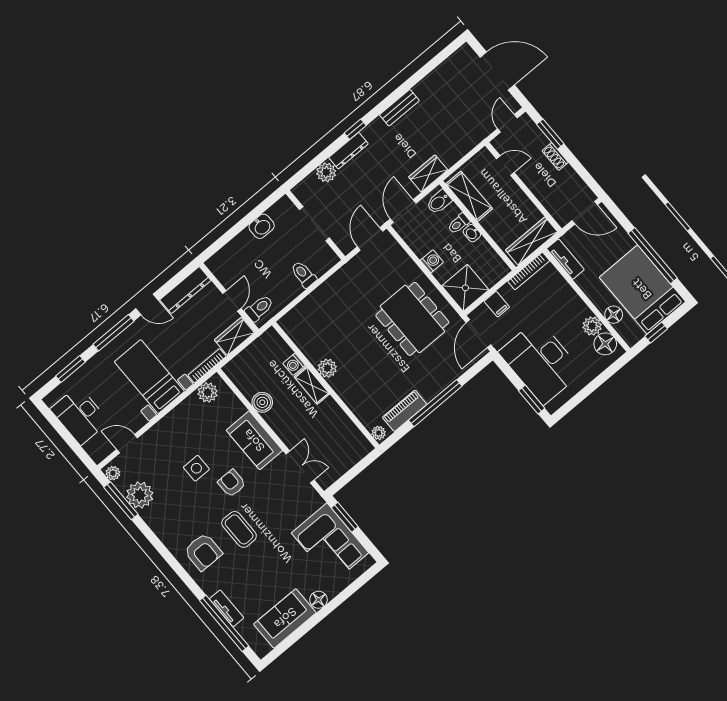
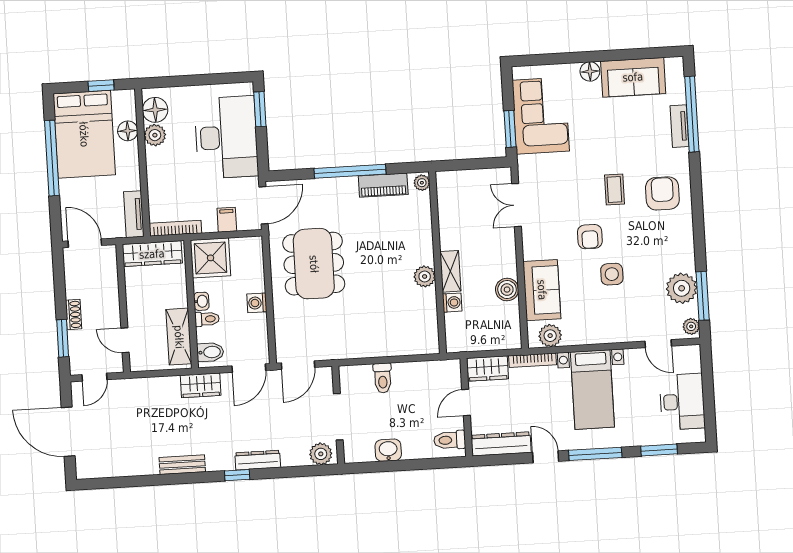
plant: (326, 172) -> (321, 454), moved
shower: (465, 288) -> (211, 258), moved
toilet: (259, 308) -> (450, 440), moved
sofa: (254, 440) -> (542, 290), moved
coffee table: (239, 529) -> (614, 189), width x0.73, depth x0.77

